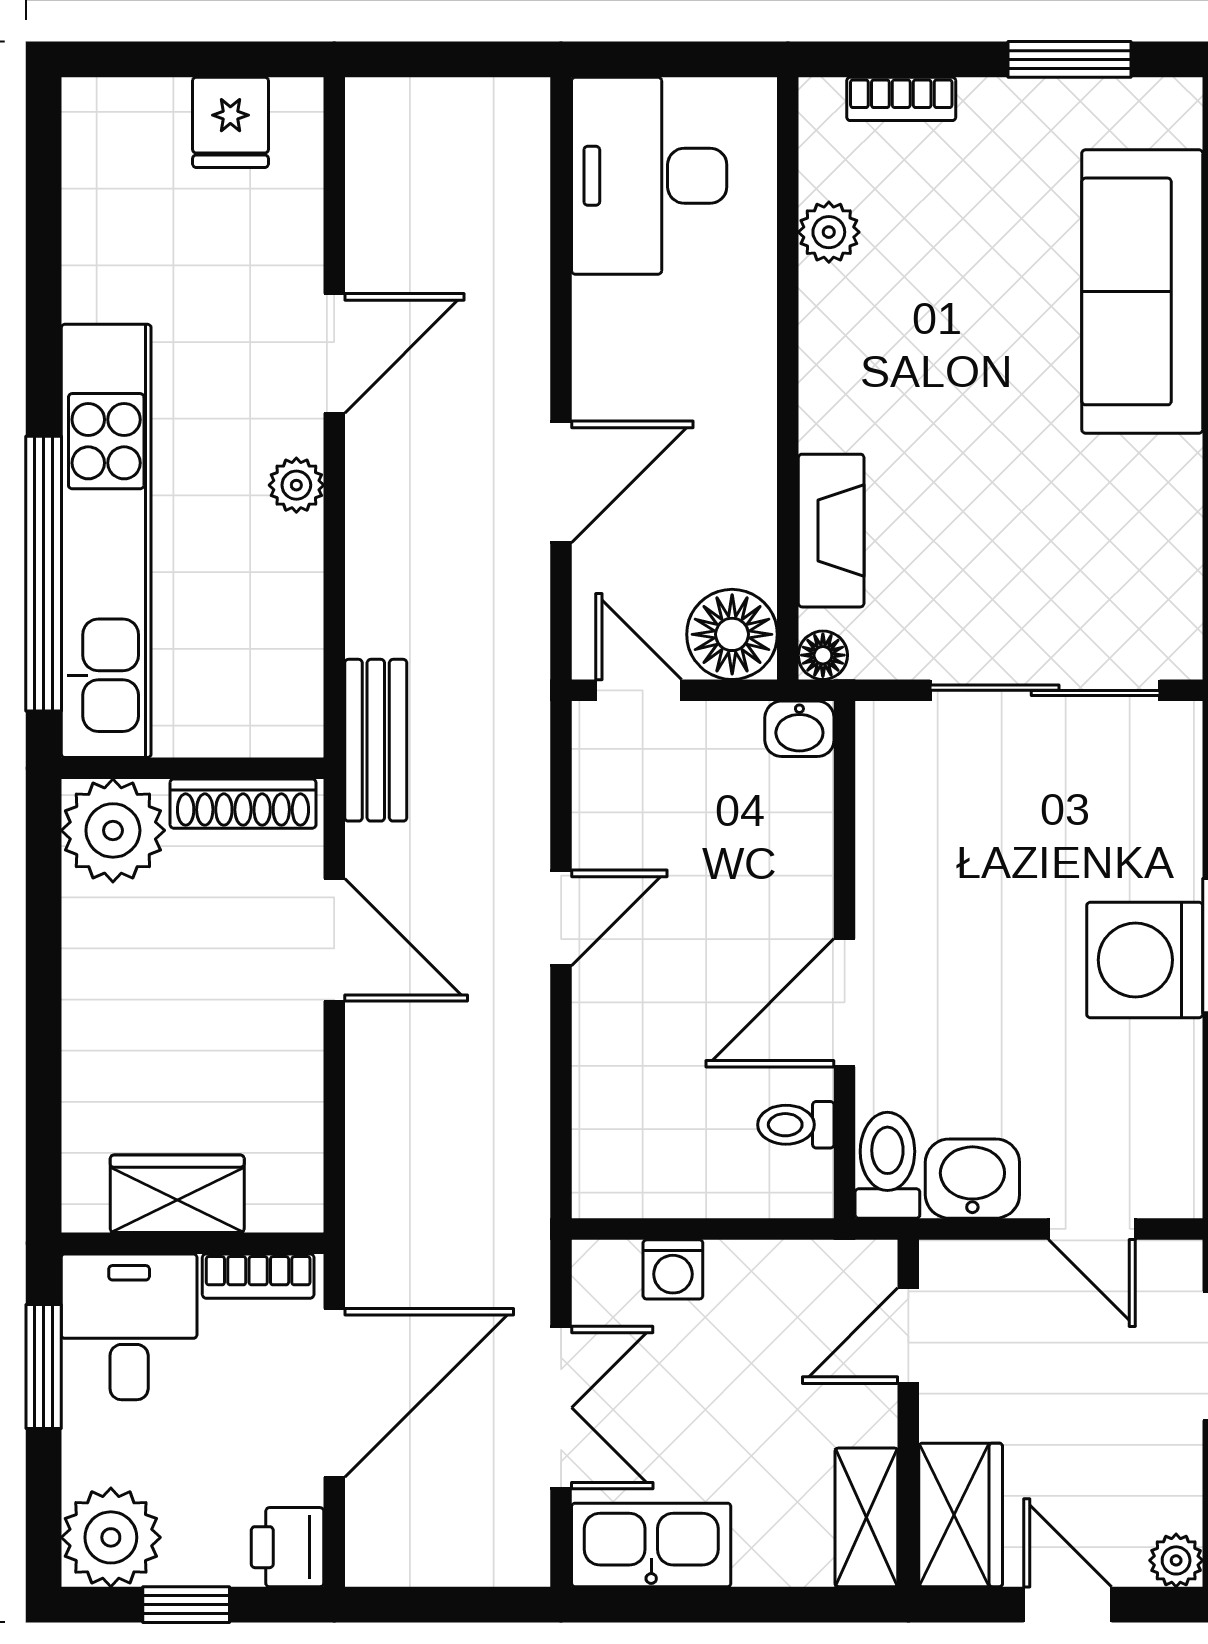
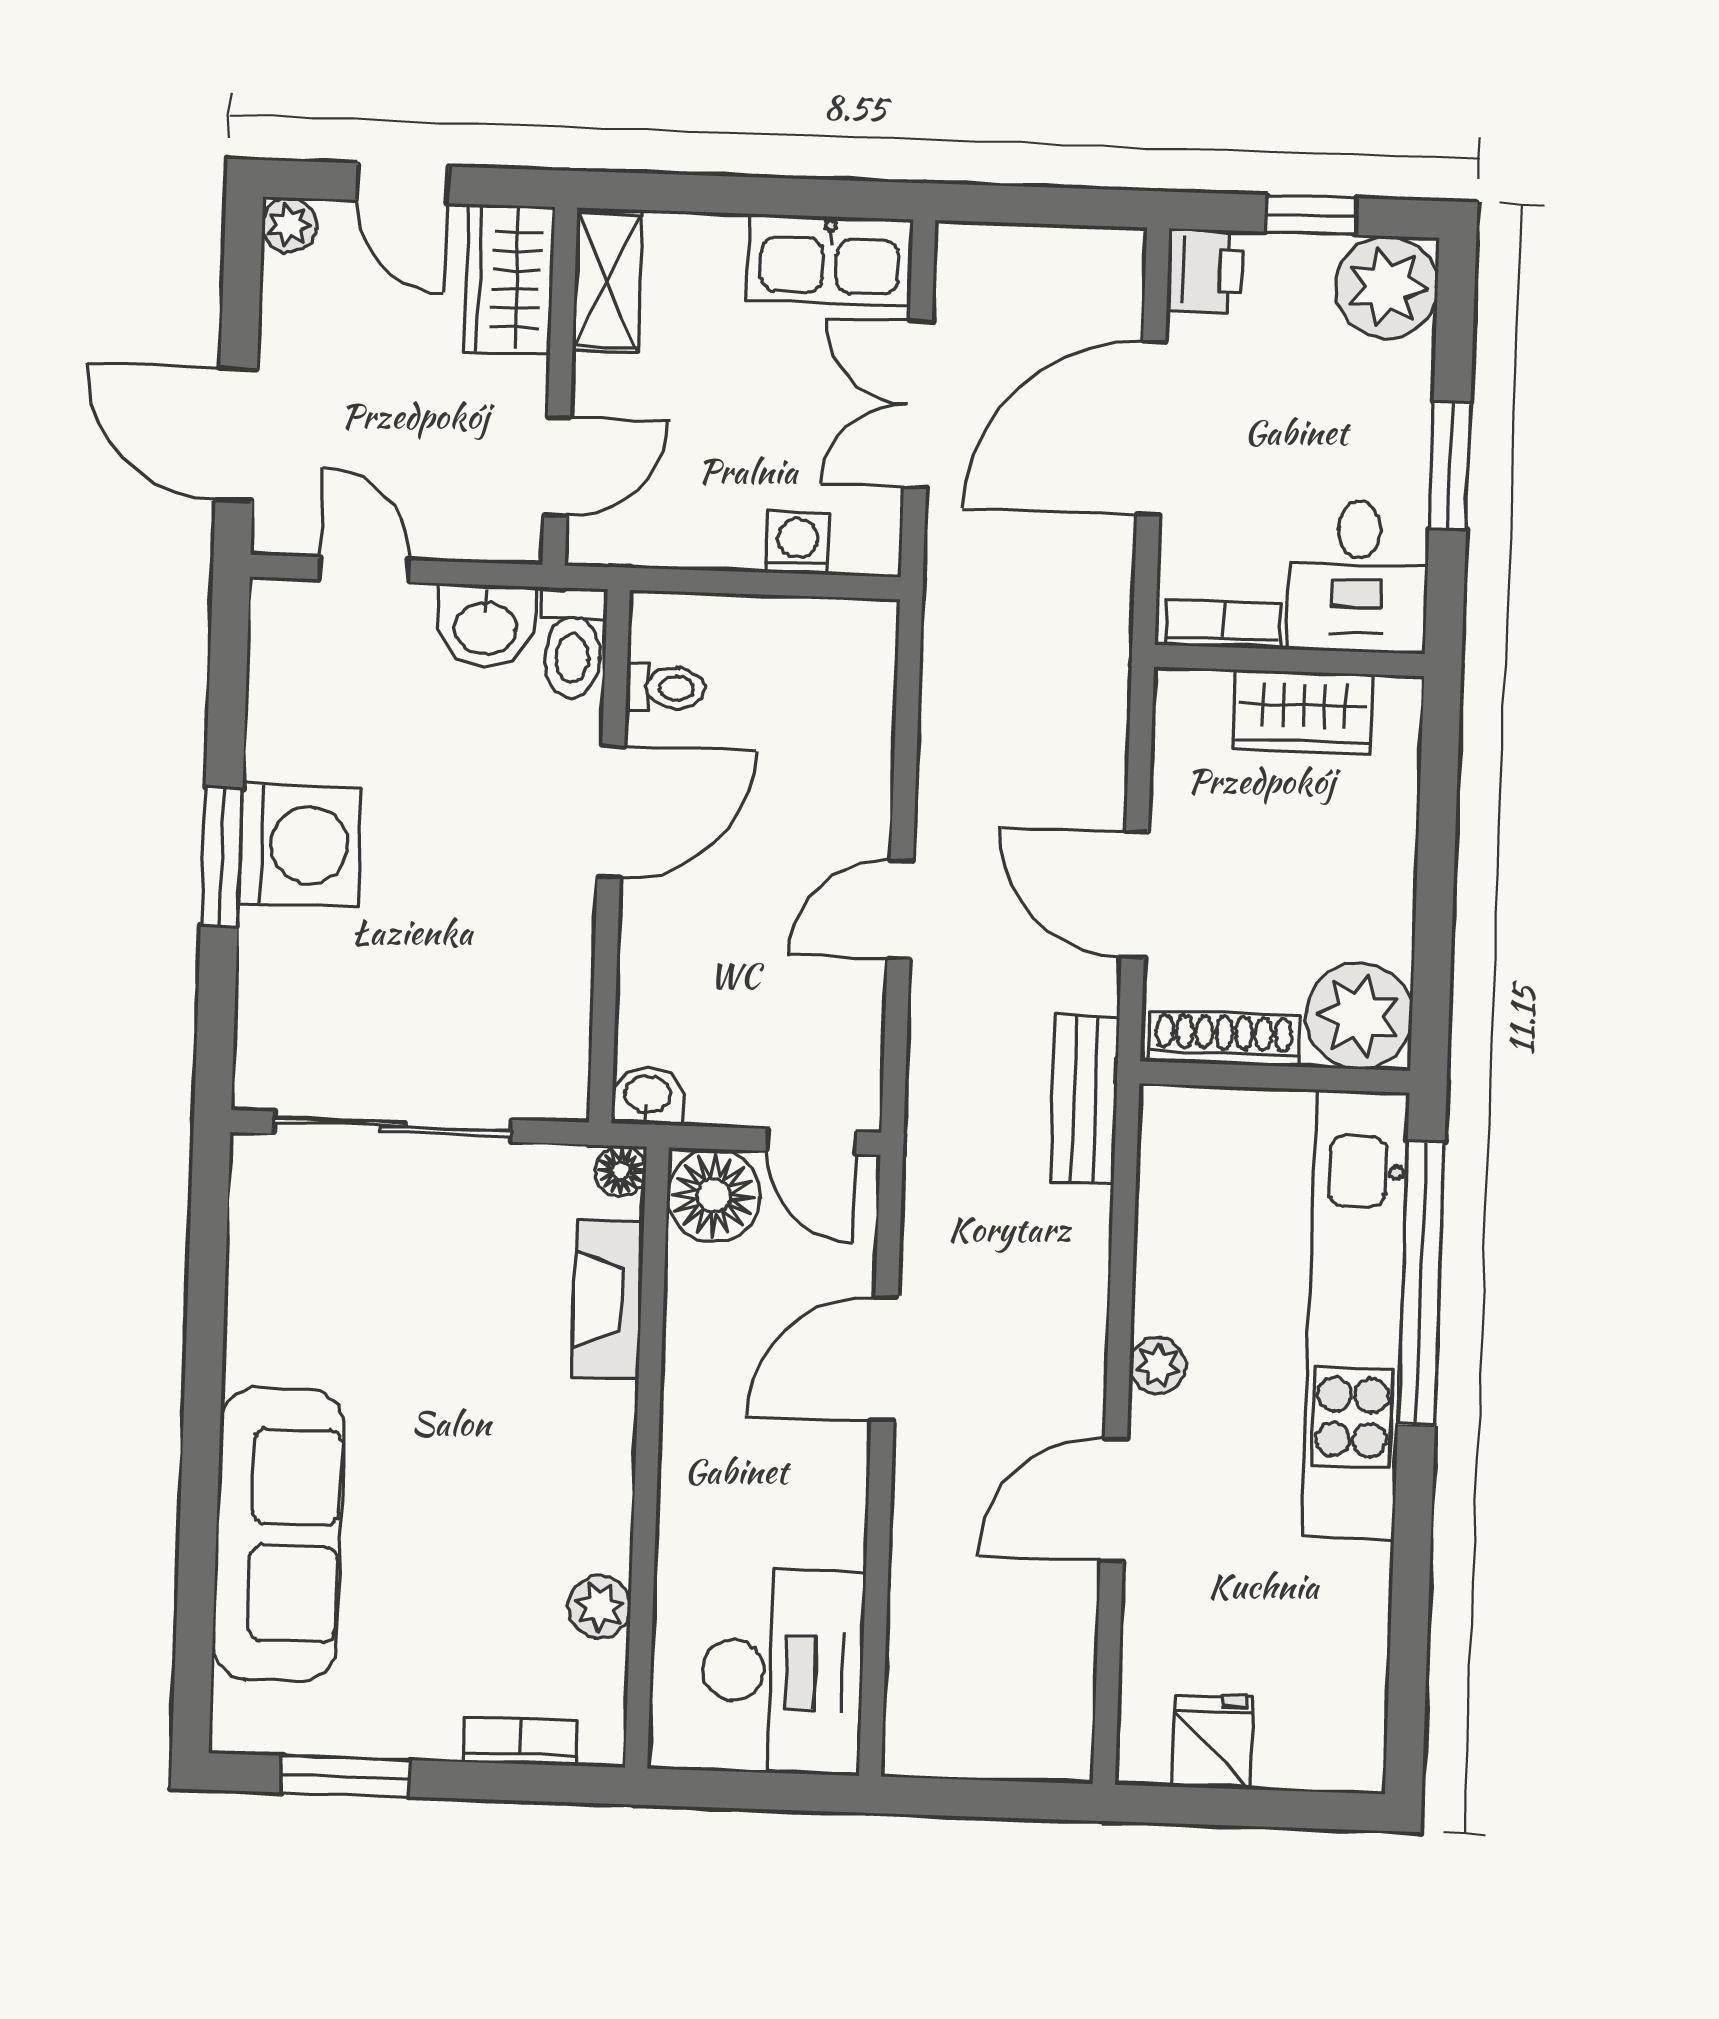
wardrobe: (177, 1194) -> (1303, 712), moved
wall: (192, 1243) -> (1289, 661), moved
bookcase: (258, 1276) -> (1223, 624), moved
desk: (129, 1327) -> (1358, 577), moved

